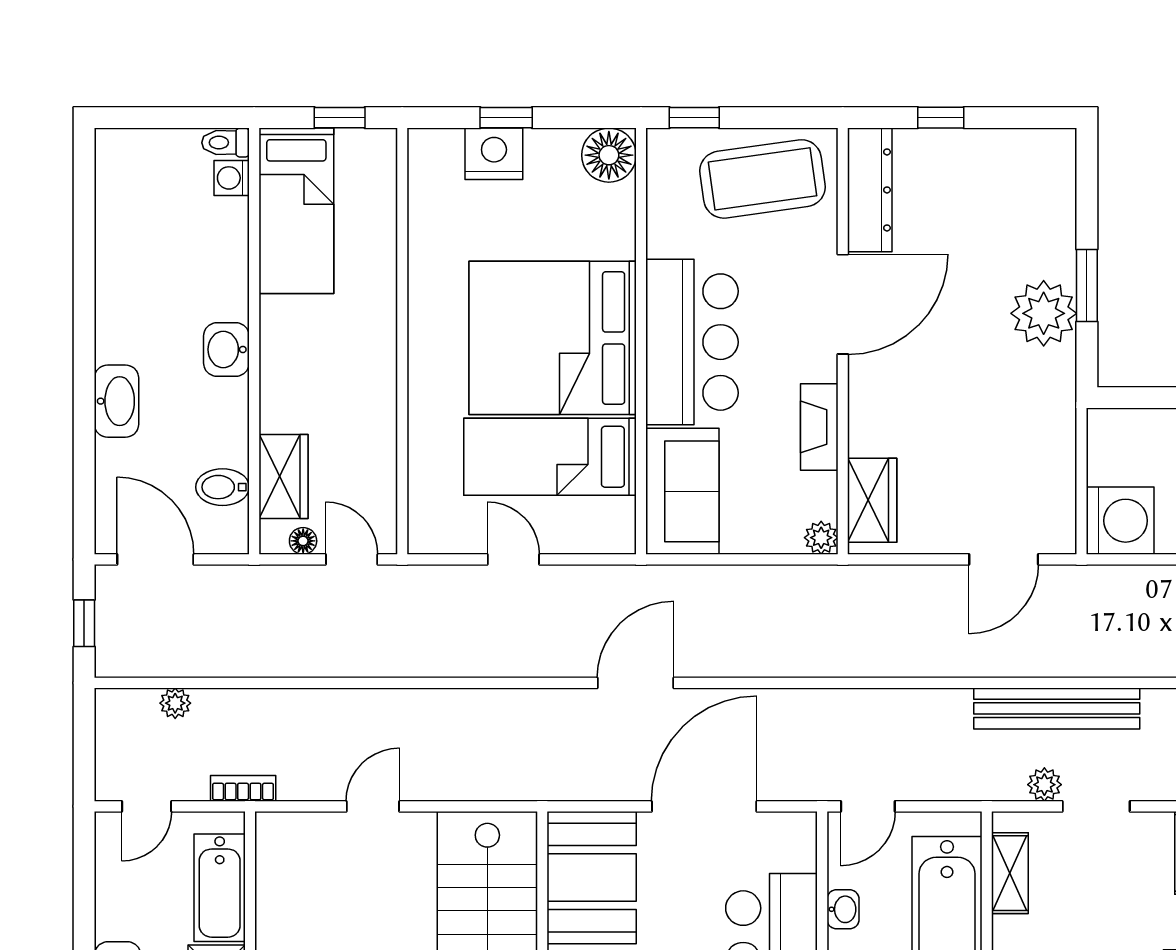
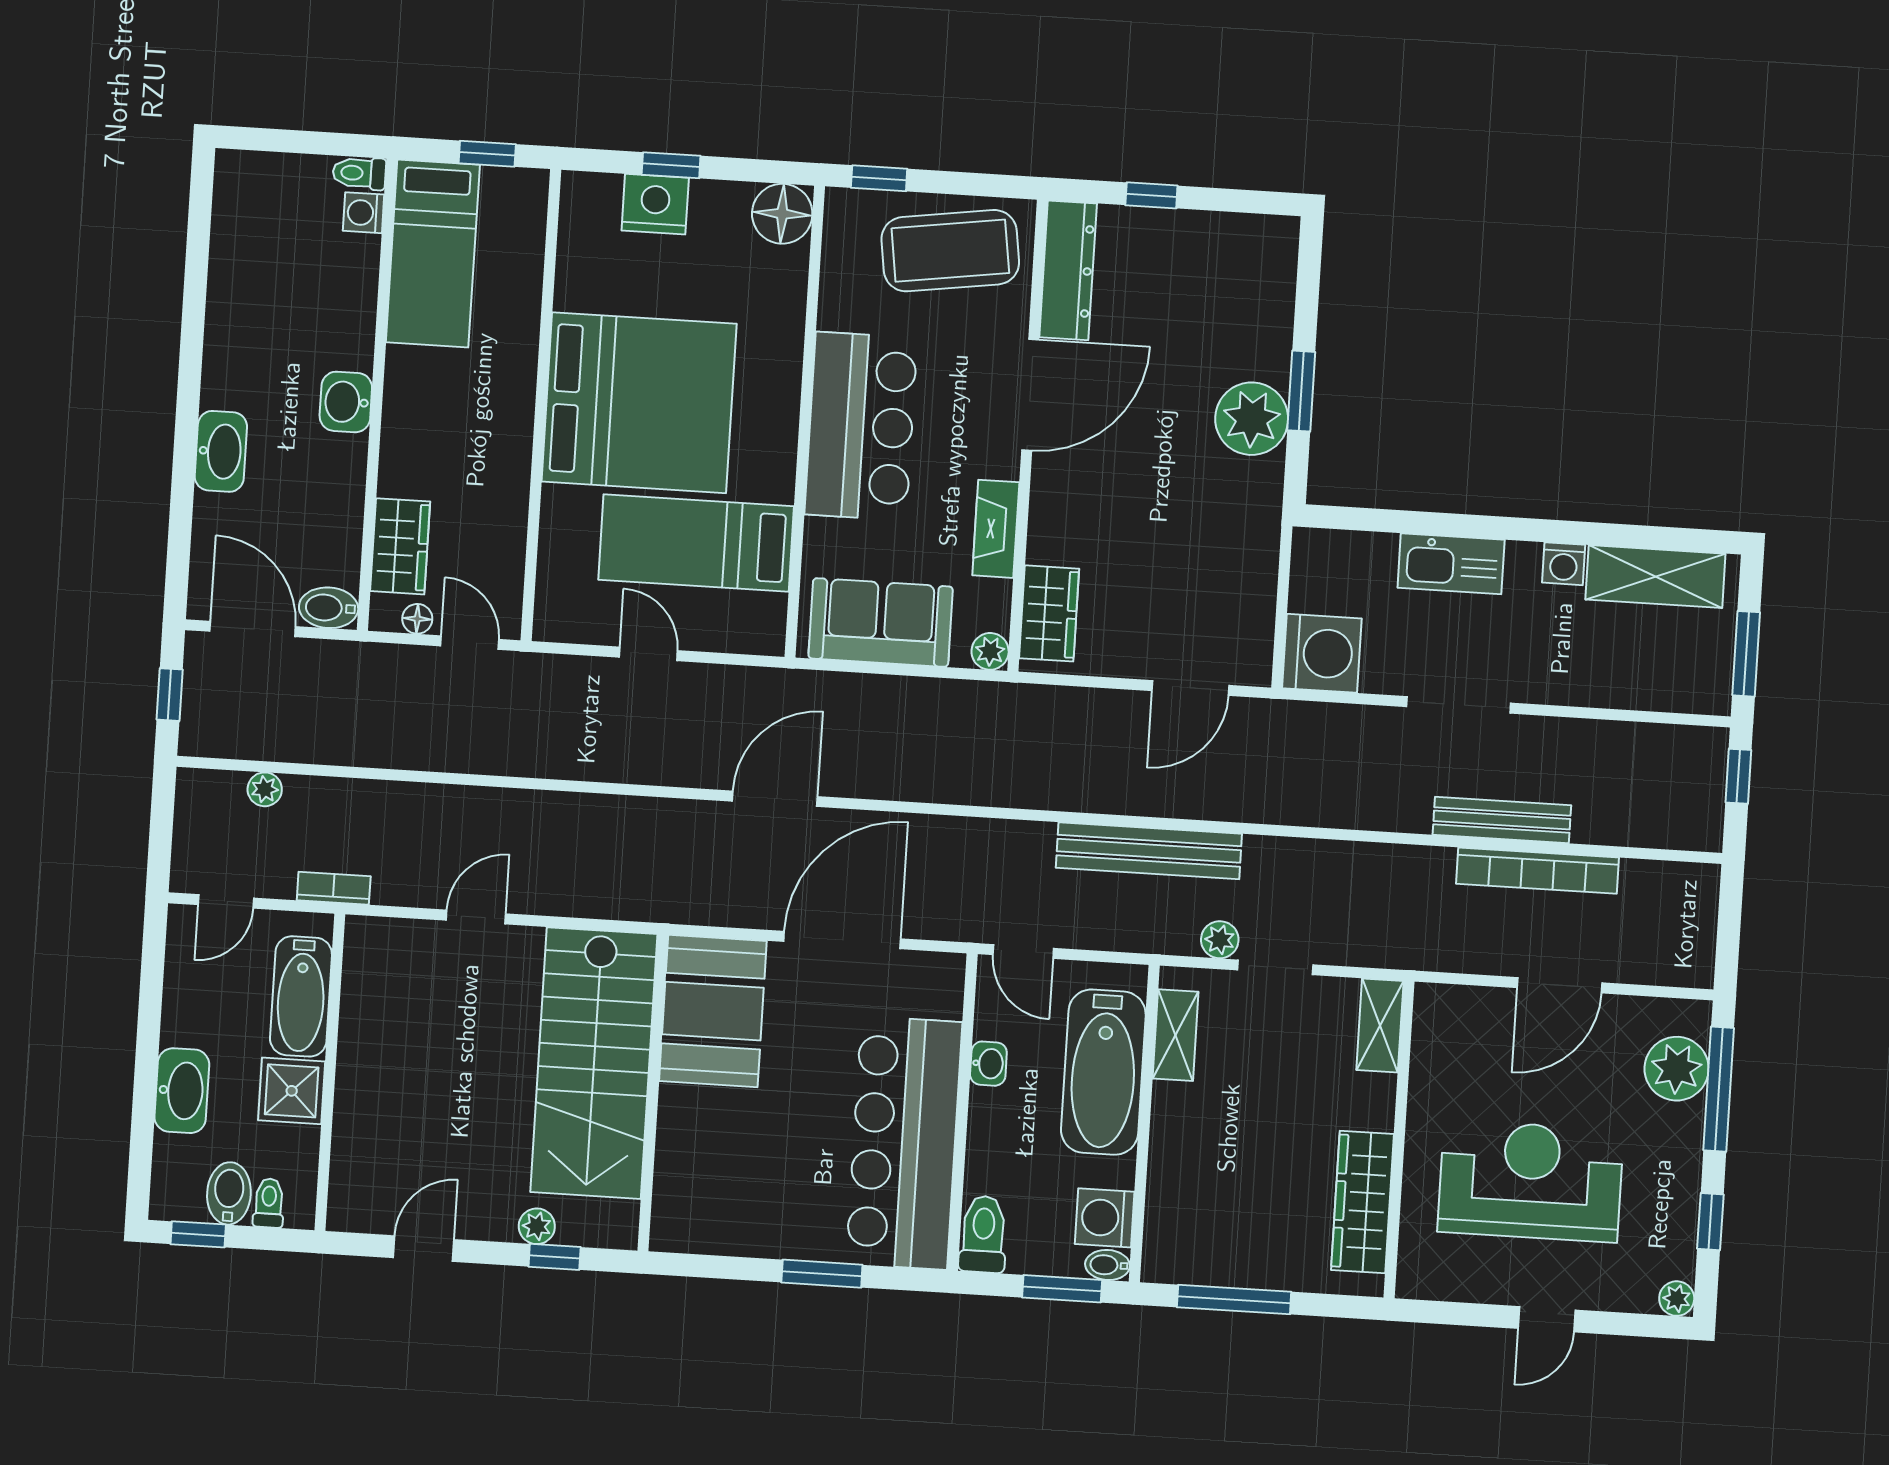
bed: (553, 338) -> (639, 403), moved, turned 180
bidet: (222, 487) -> (329, 608), moved
sofa: (682, 491) -> (881, 622), moved, turned -90
bench: (1057, 708) -> (1149, 851), moved
door: (868, 806) -> (1023, 951), hinge flipped

